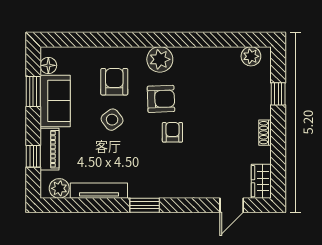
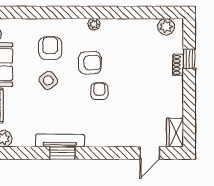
plant: (160, 59) -> (94, 24), width x0.53, depth x0.53
shoe rack: (265, 133) -> (178, 65), moved
tv unit: (99, 191) -> (60, 141), moved
window: (145, 205) -> (62, 153), moved

